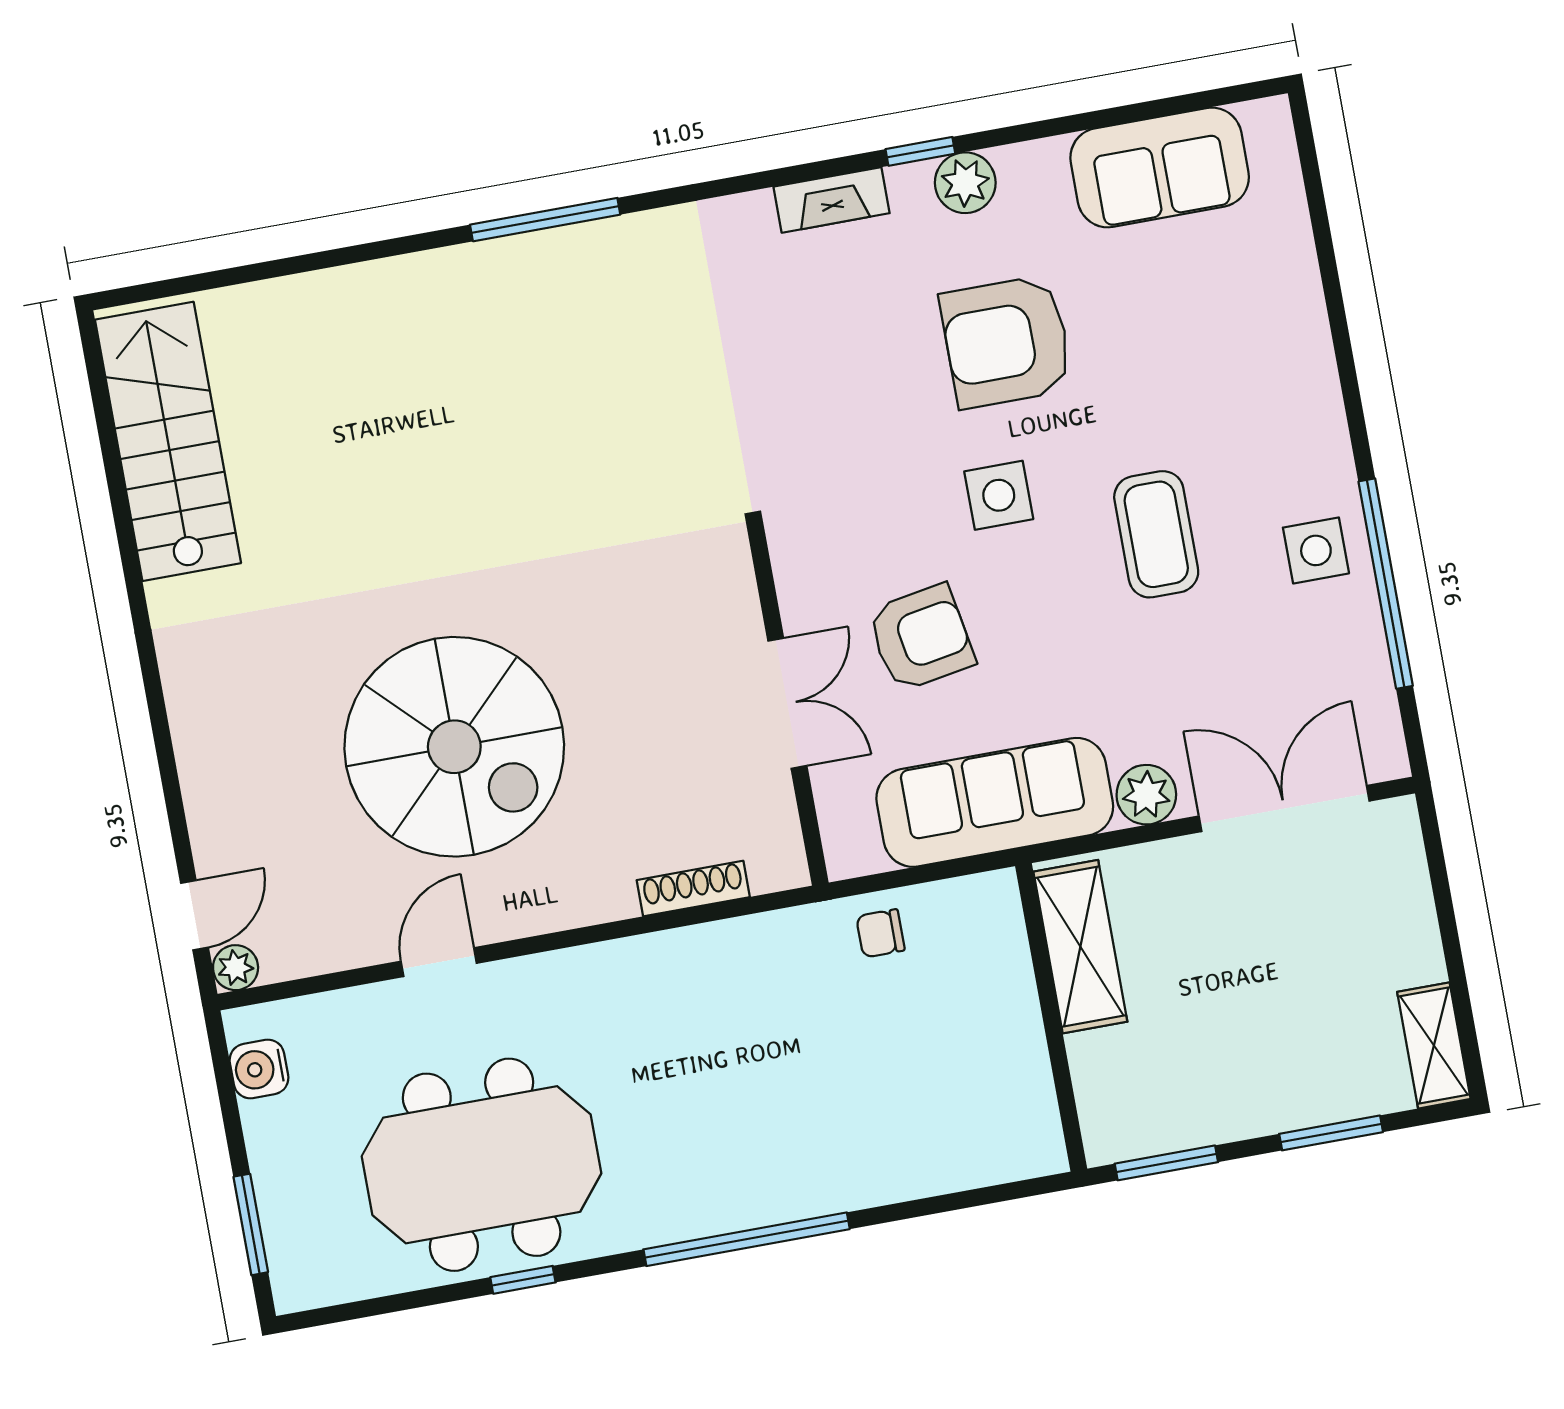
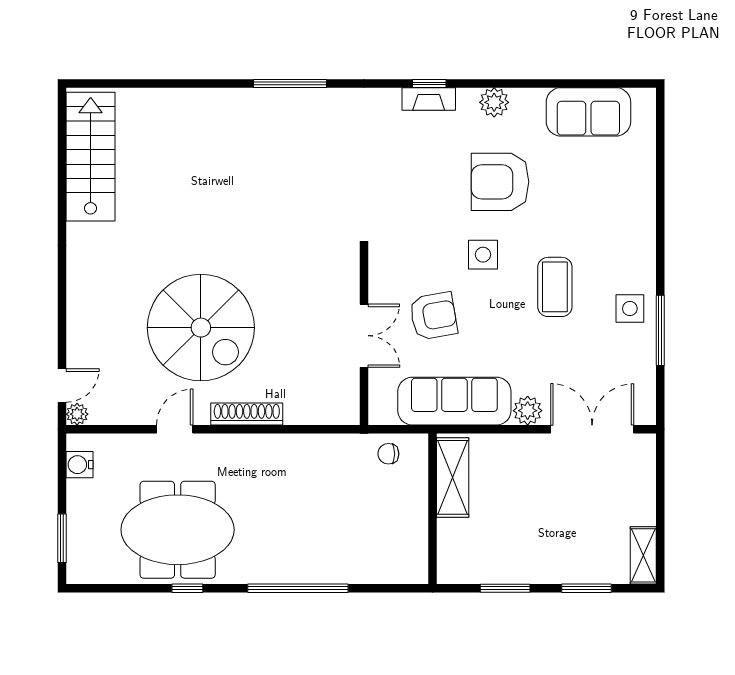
window: (920, 151) -> (429, 83), moved
window: (1386, 584) -> (660, 330), width x0.68
shoe rack: (693, 889) -> (247, 414), moved, width x1.36, depth x1.24
shelving: (1080, 947) -> (453, 477), moved
wall: (1051, 1017) -> (433, 509), moved

